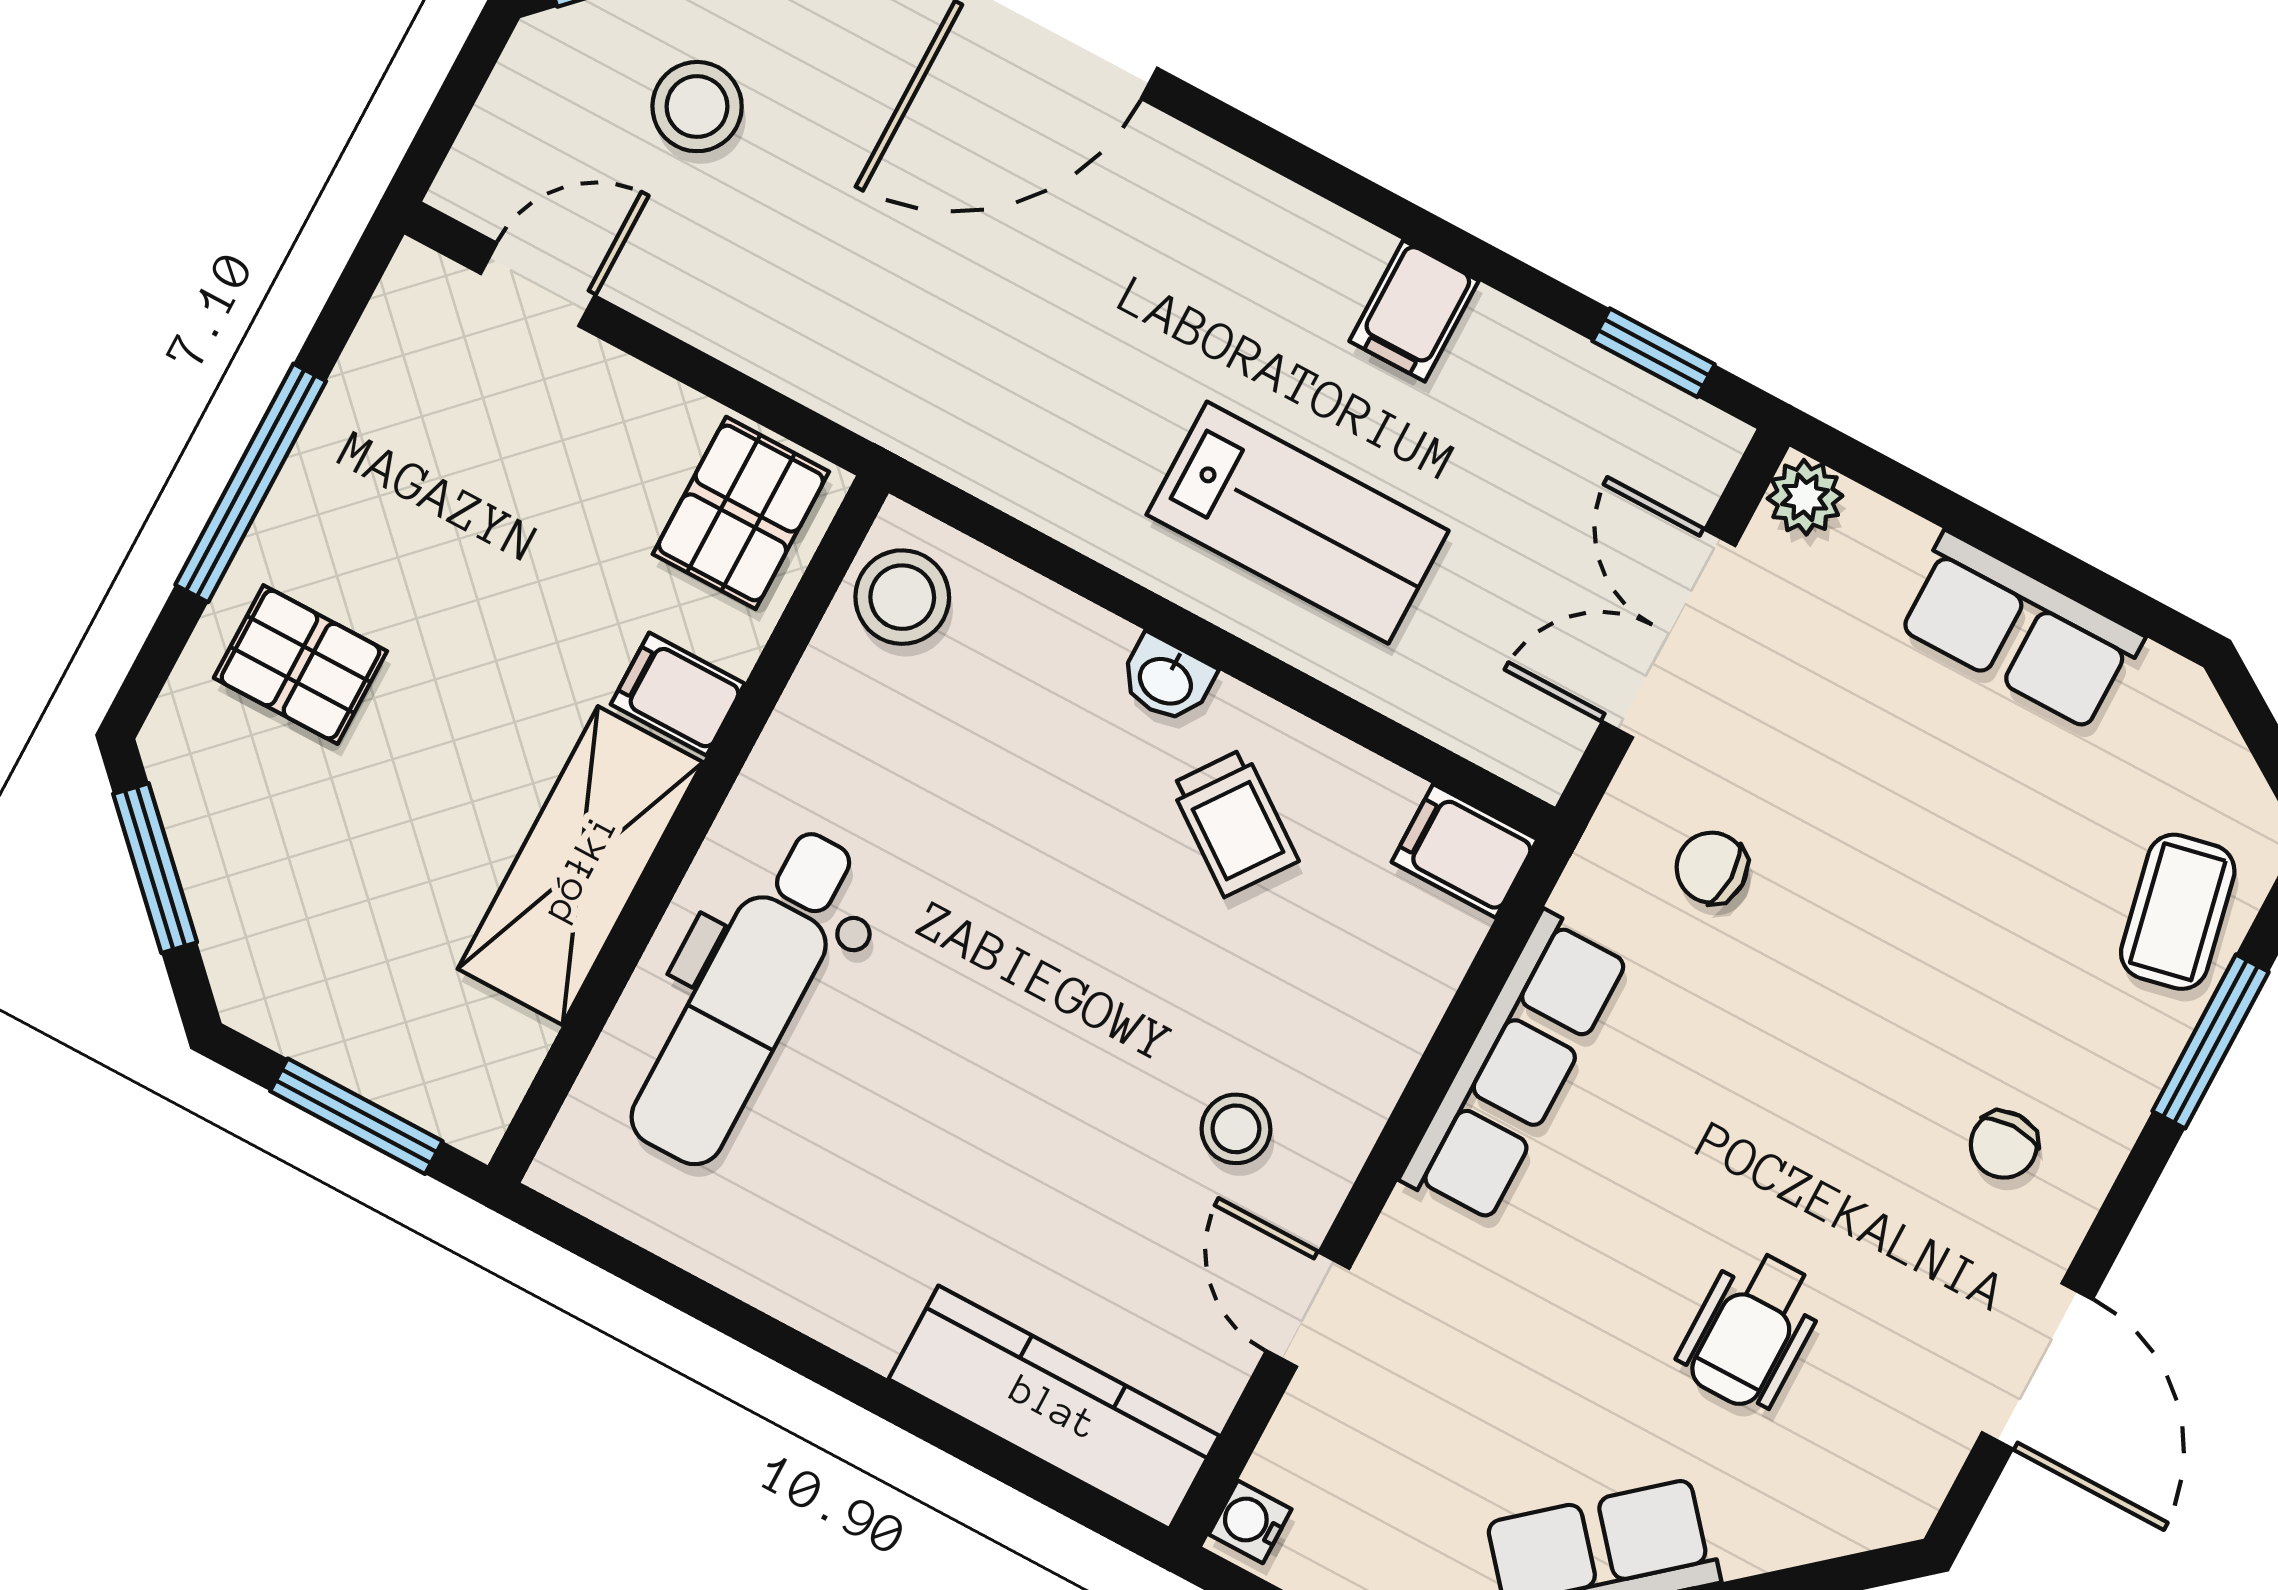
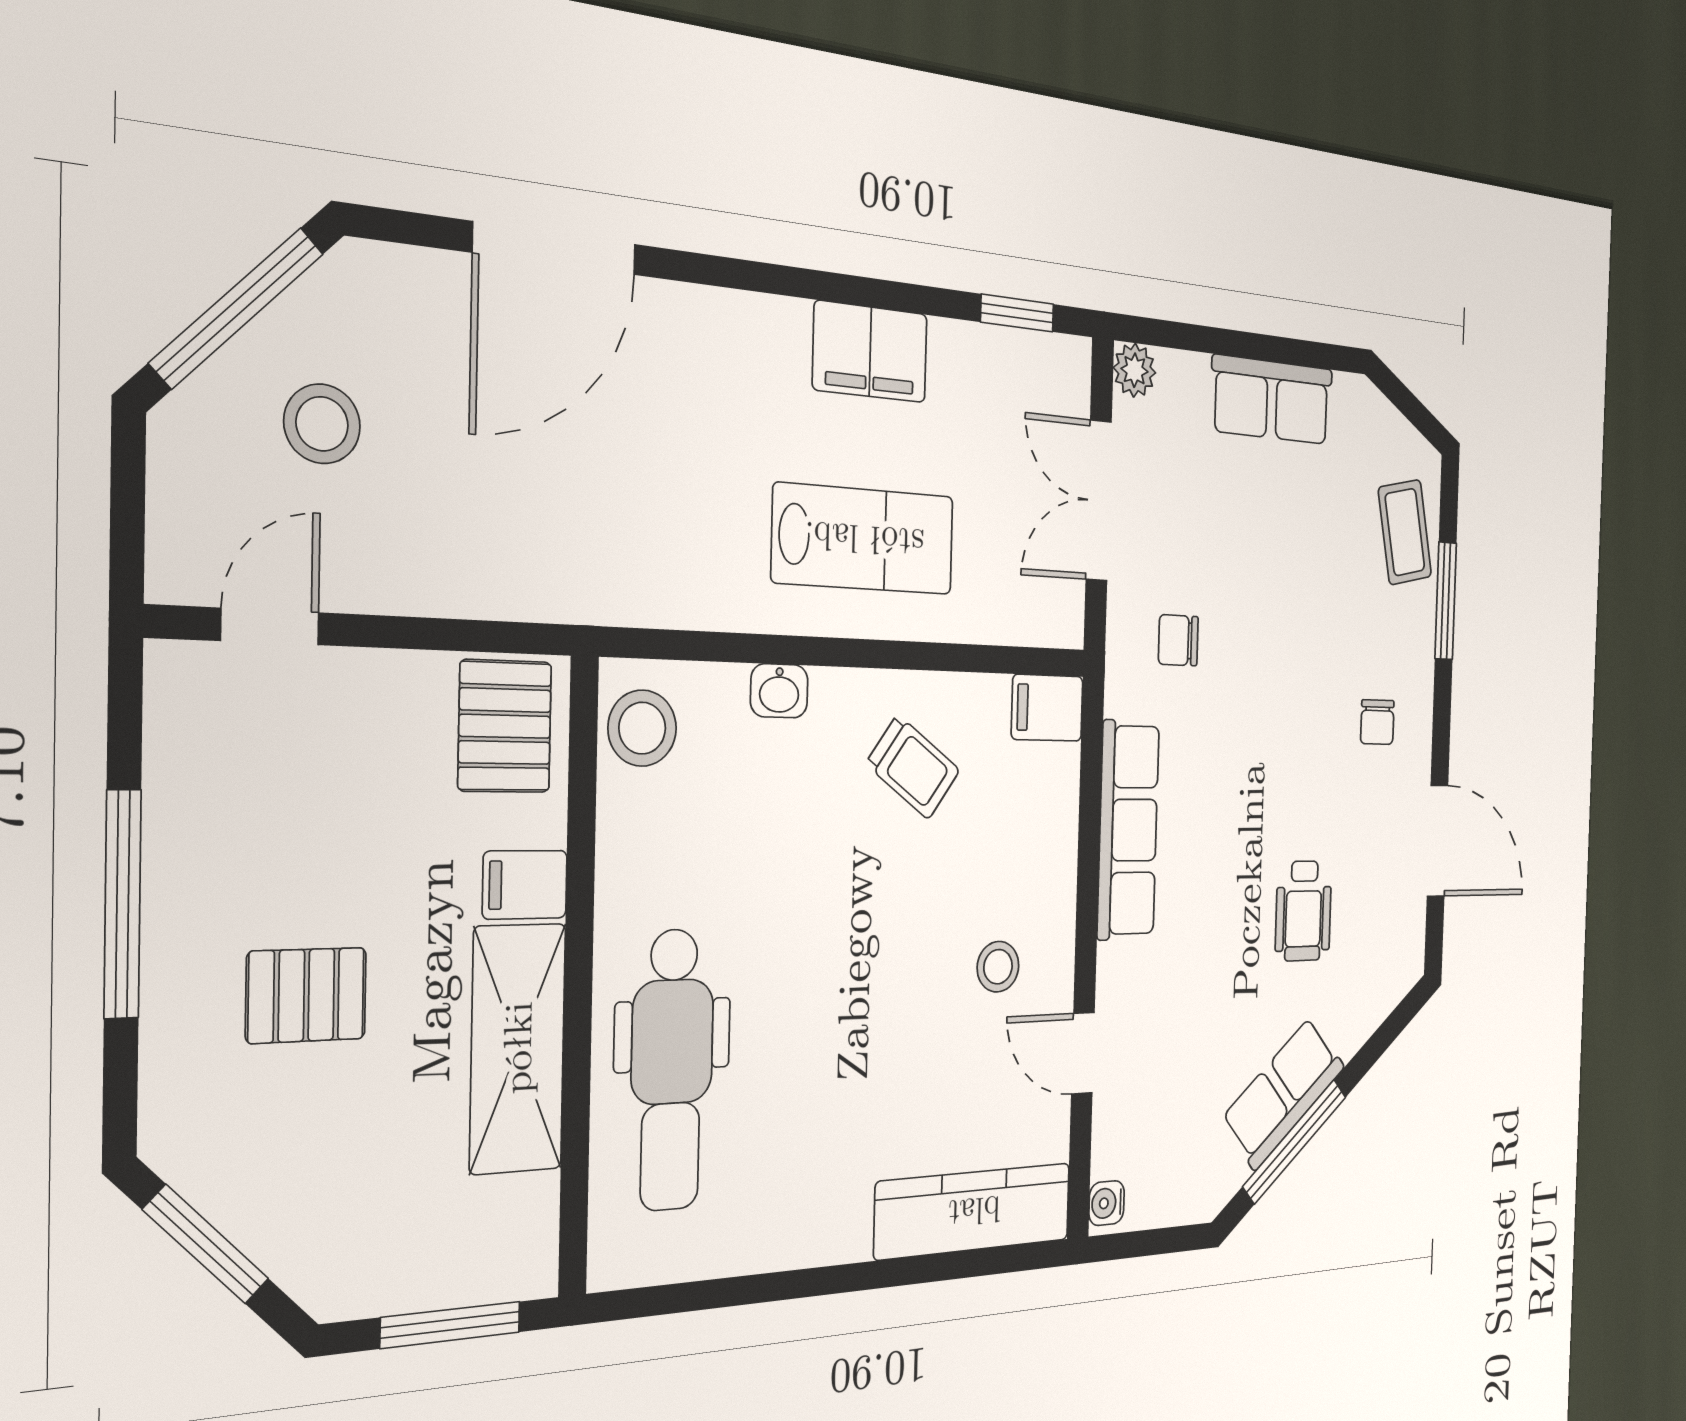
filing cabinet: (1414, 311) -> (870, 352), width x2.00
pallet: (300, 665) -> (306, 995), moved
washbasin: (1166, 680) -> (779, 691), moved

